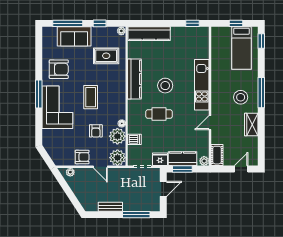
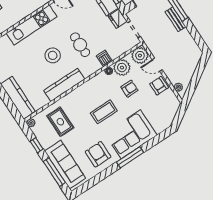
sofa: (74, 36) -> (65, 165), width x1.36
dishwasher: (134, 139) -> (104, 58), moved
door: (100, 167) -> (157, 65), swing flipped
bench: (110, 207) -> (175, 19), moved

